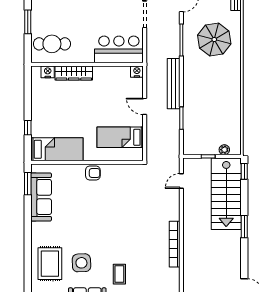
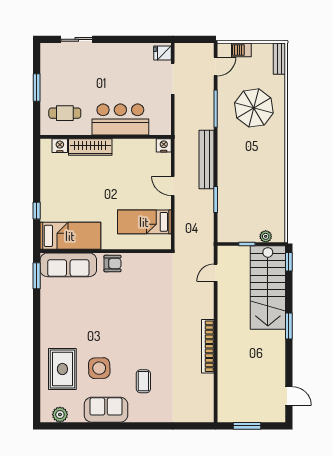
cafe table: (52, 44) -> (65, 113), width x0.73, depth x0.74
bar counter: (119, 49) -> (120, 120), moved
sofa: (41, 197) -> (68, 265), moved, turned 90

